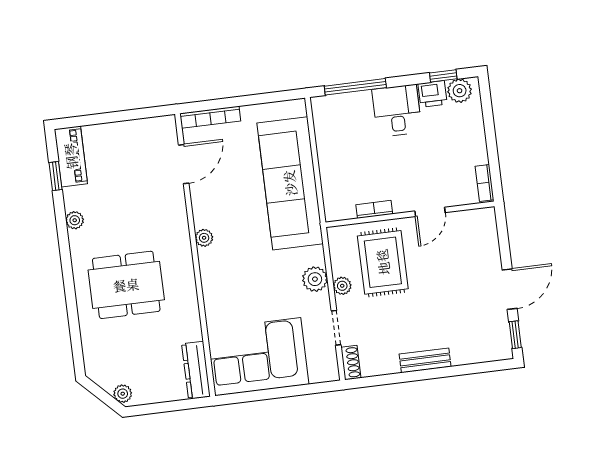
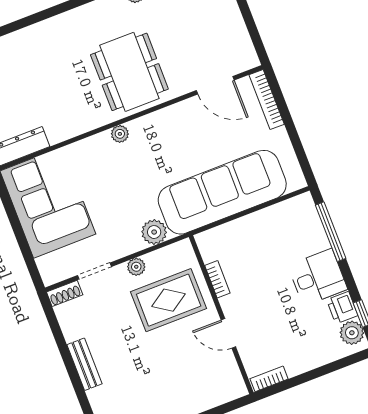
plant: (204, 238) -> (120, 134), moved
plant: (315, 279) -> (154, 232), moved
dining table: (126, 285) -> (129, 72), moved

